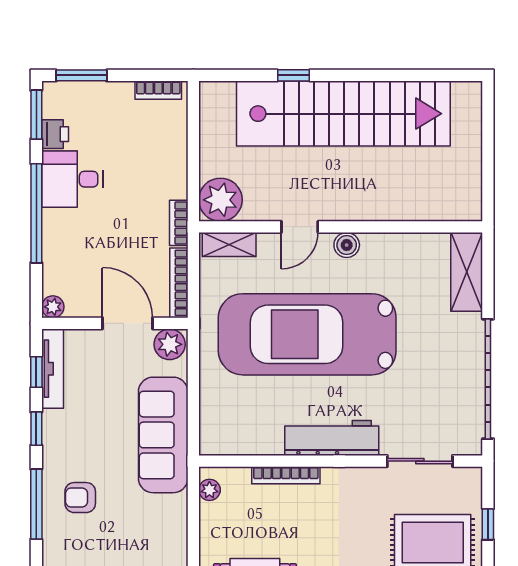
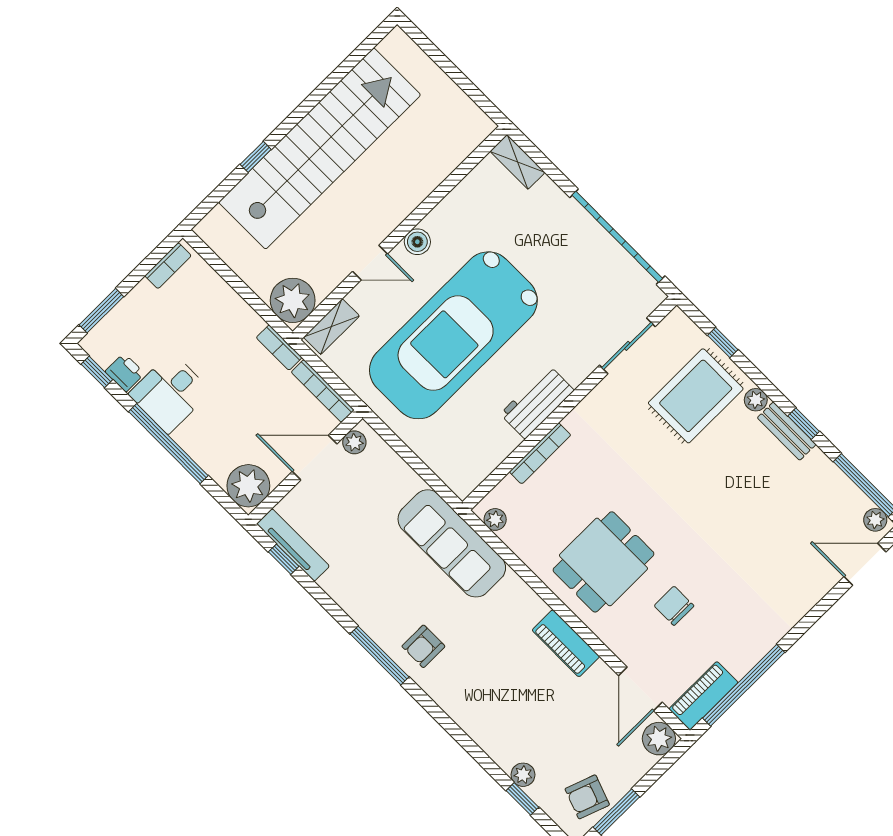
window: (36, 115) -> (97, 372), width x0.67
door: (300, 227) -> (370, 263), hinge flipped
shelving: (467, 272) -> (518, 162), width x0.67, depth x0.75
plant: (53, 307) -> (248, 486), width x1.87, depth x1.87
plant: (170, 344) -> (354, 442), width x0.73, depth x0.73
window: (36, 429) -> (325, 600), removed
sofa: (163, 435) -> (452, 543), moved
workbench: (332, 438) -> (537, 402), width x0.73
armchair: (80, 498) -> (423, 646), moved

